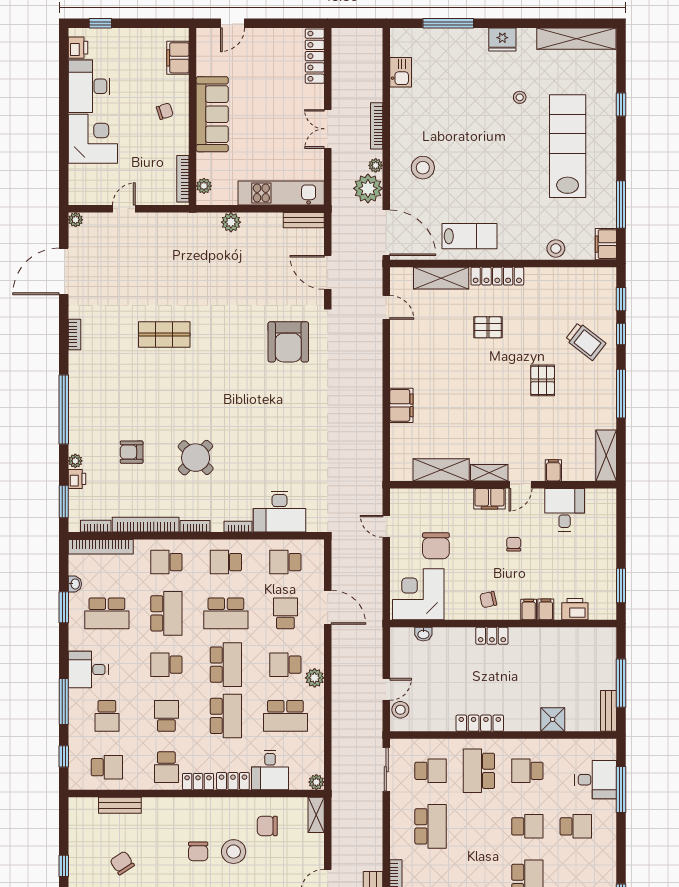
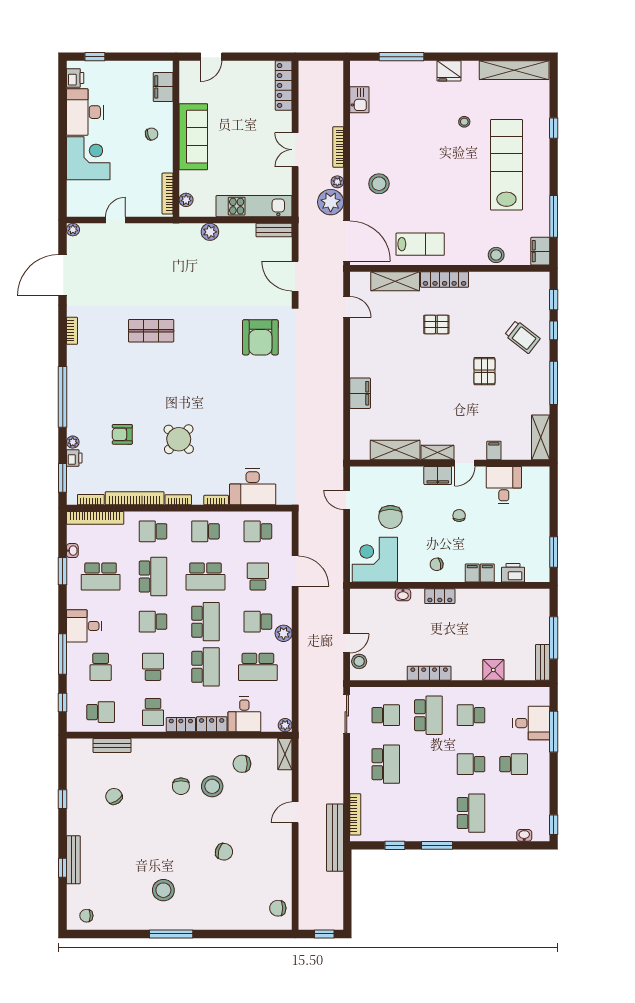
washbasin: (423, 634) -> (403, 595), moved
school desk: (479, 771) -> (428, 715), turned 180
school desk: (527, 826) -> (471, 764), turned 180

